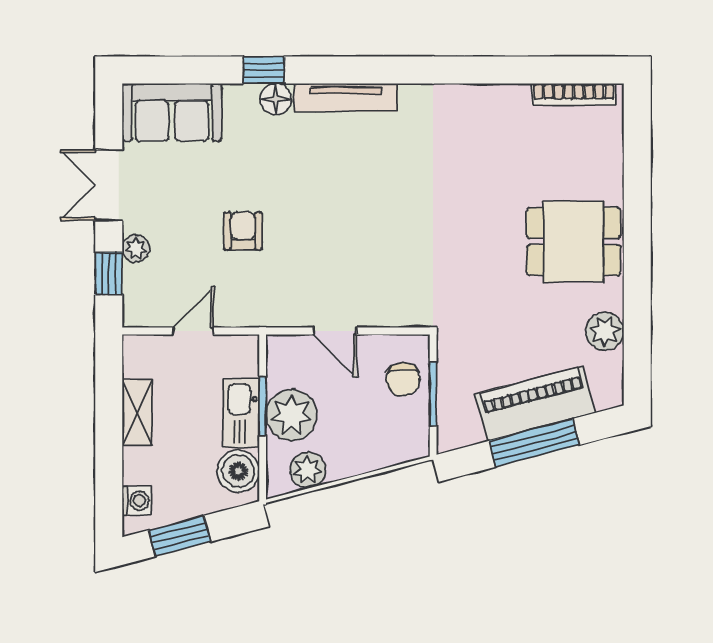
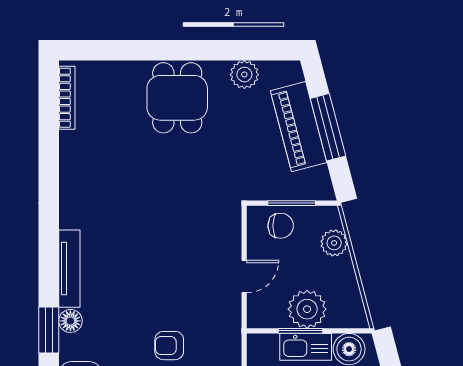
window: (264, 70) -> (49, 330), width x1.50
plant: (308, 470) -> (334, 243), moved

